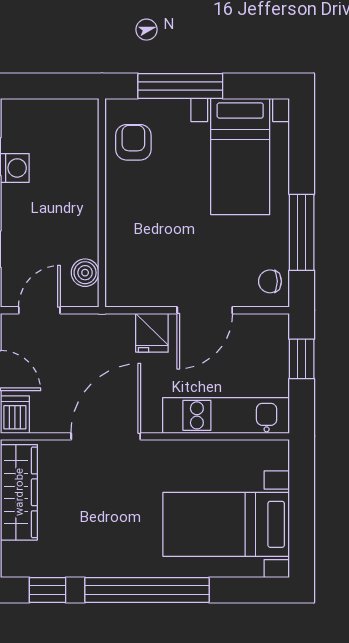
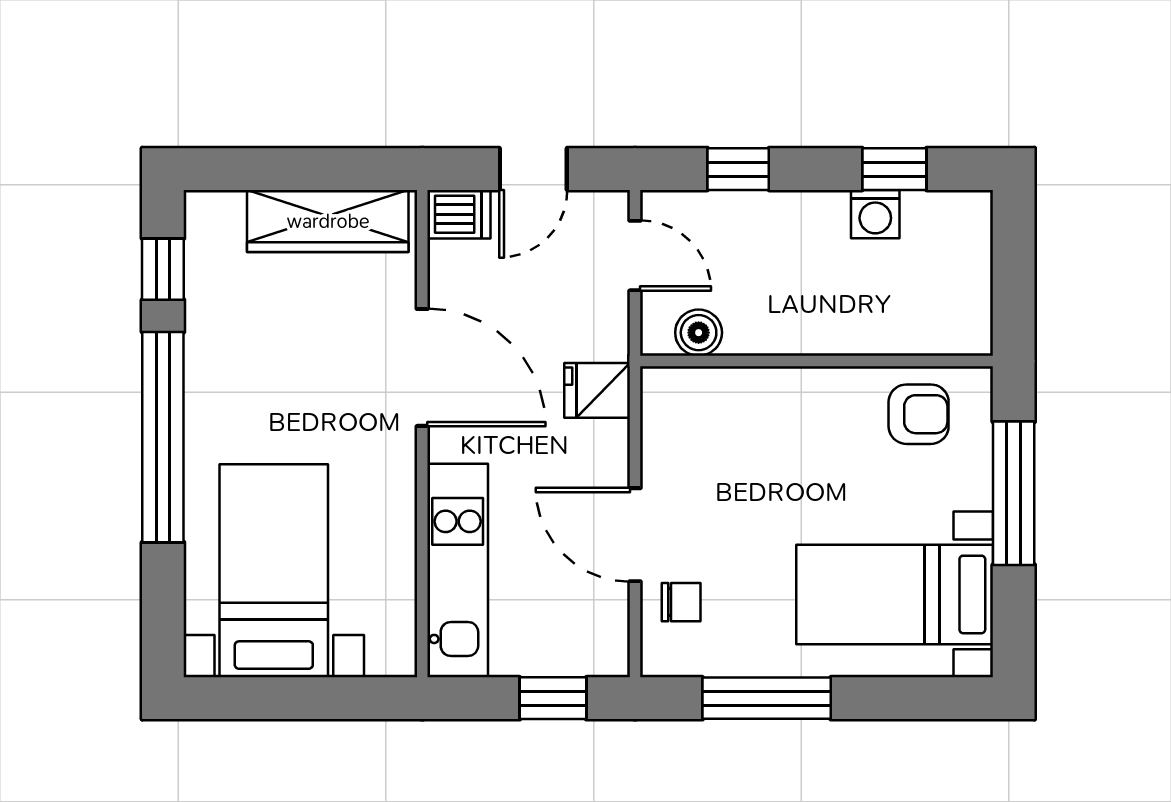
chair: (270, 281) -> (681, 602), moved, turned 90
fridge: (152, 333) -> (597, 390), moved

